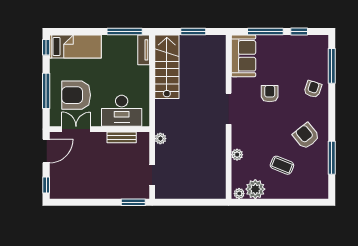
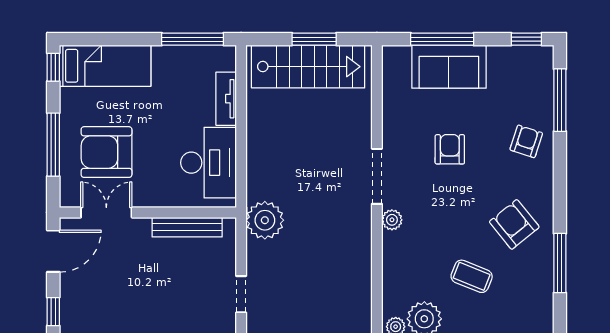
window: (299, 31) -> (526, 39), moved
tv unit: (144, 50) -> (226, 99), moved
sofa: (243, 56) -> (449, 67), moved, turned 90
stairs: (167, 67) -> (308, 67), moved, turned 90
desk: (122, 111) -> (208, 163), moved, turned -90
bench: (122, 137) -> (187, 227), width x1.36
plant: (160, 139) -> (265, 220), width x1.87, depth x1.87
plant: (237, 155) -> (392, 220), moved

